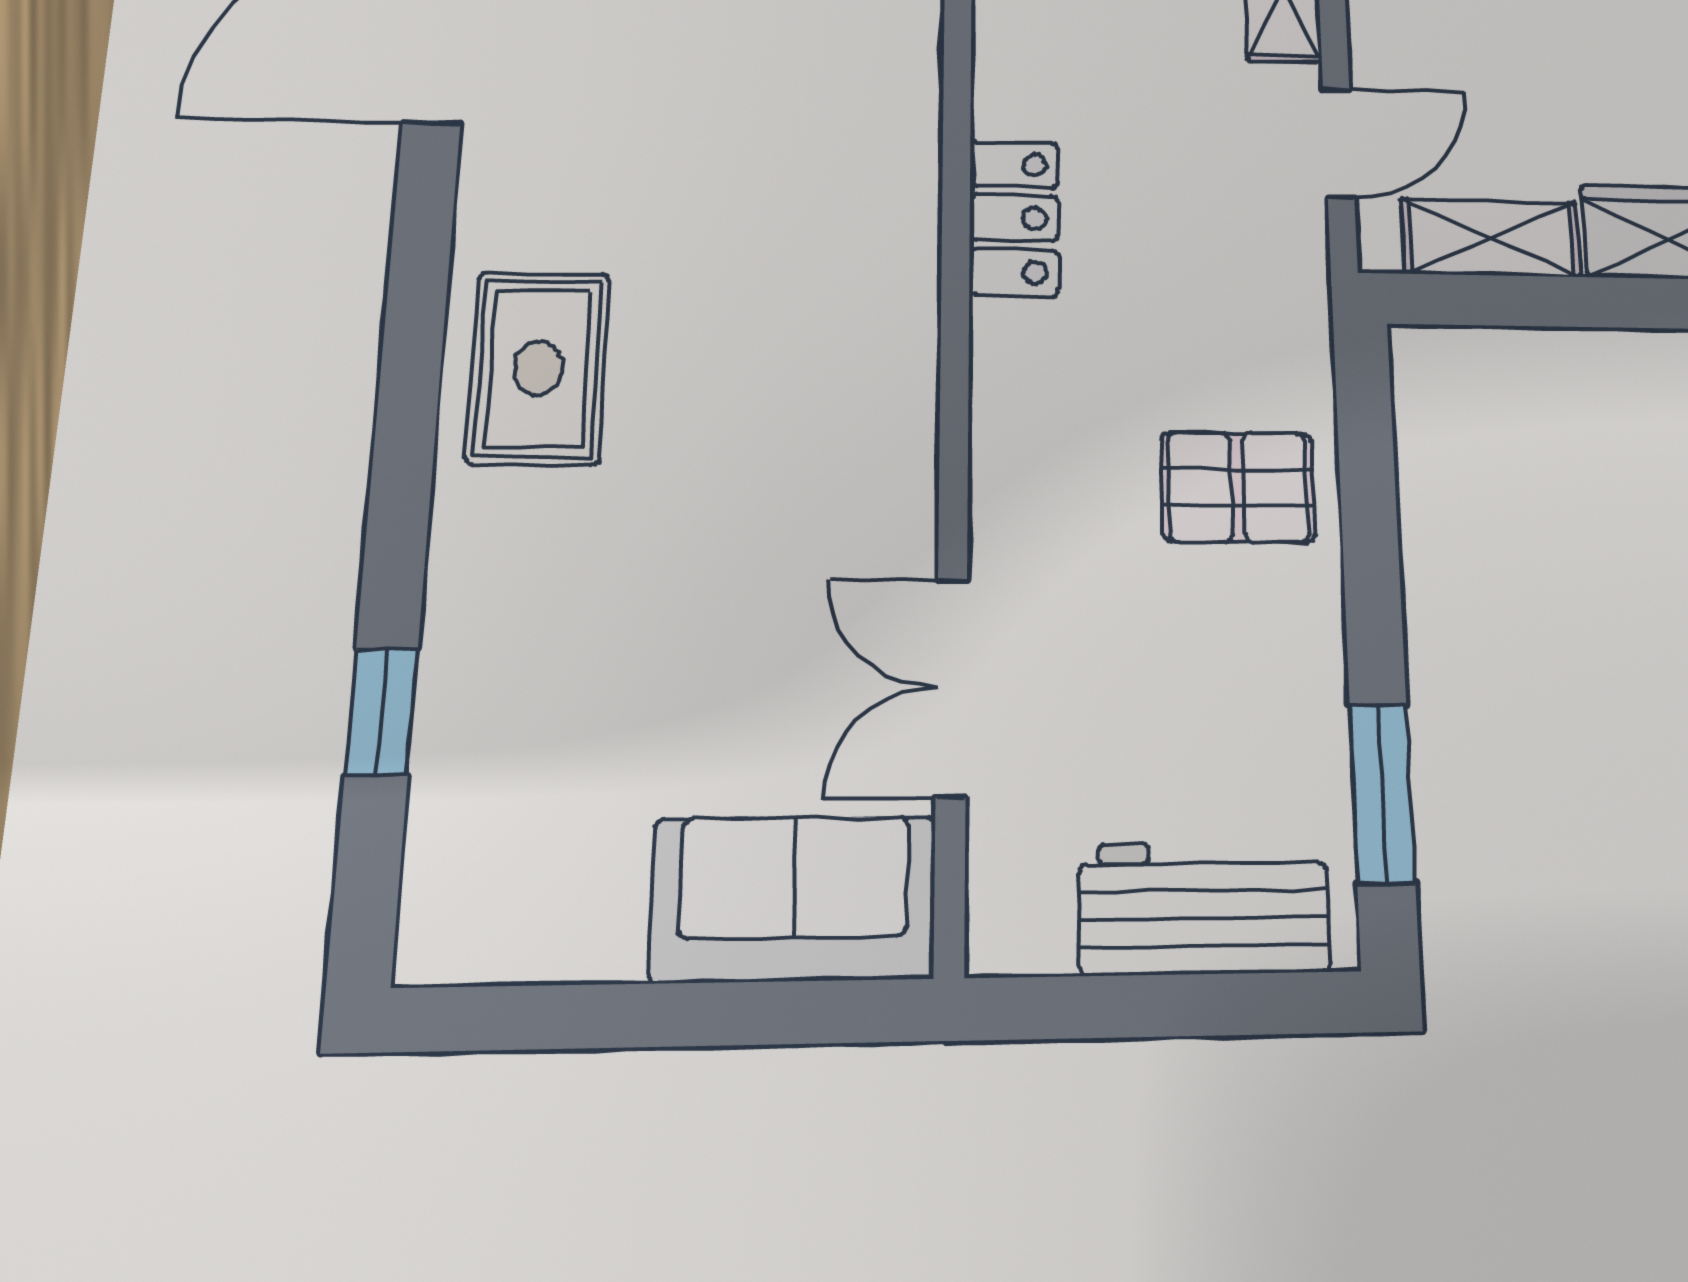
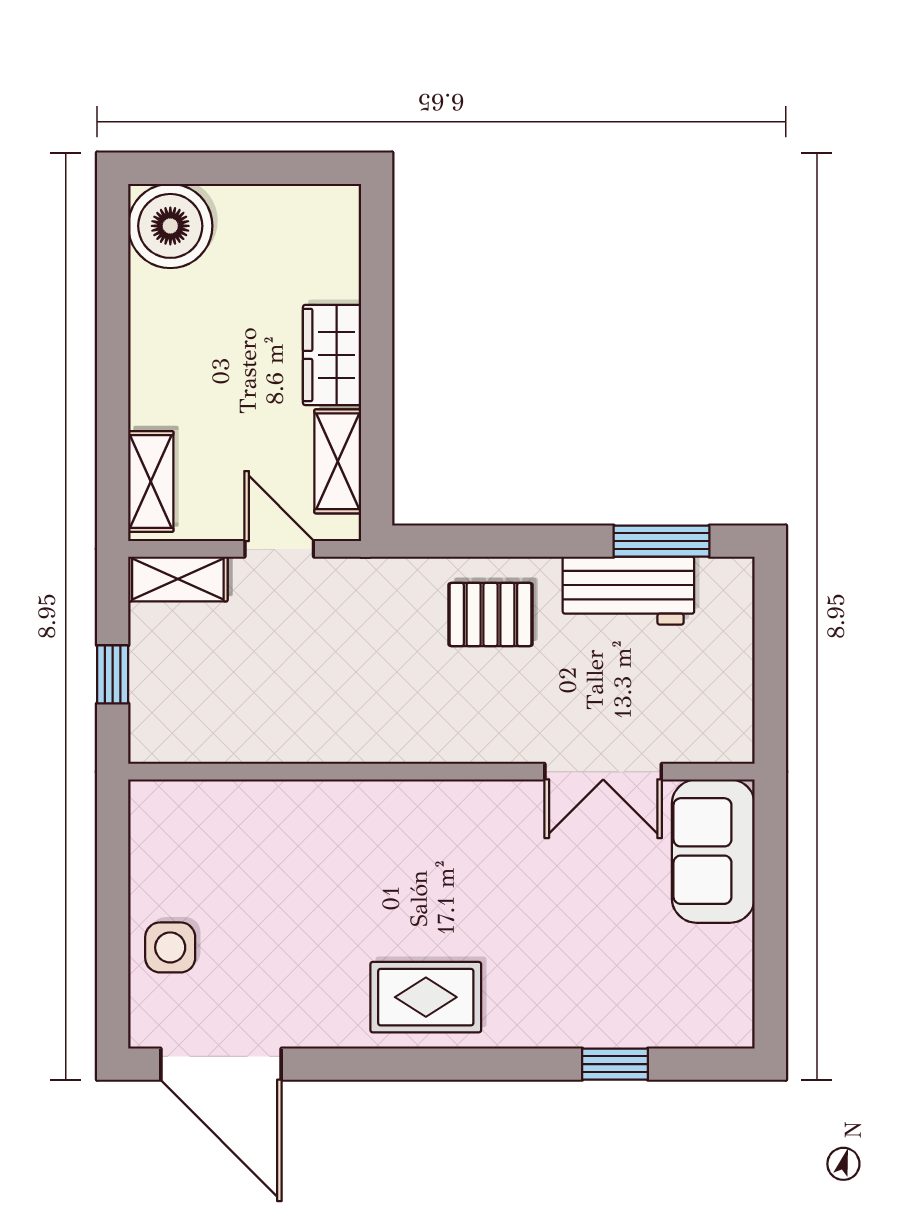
locker: (1014, 218) -> (331, 739), removed
pallet: (1238, 487) -> (490, 614), turned 90
workbench: (1204, 908) -> (628, 591), moved, turned -90

